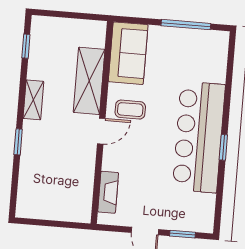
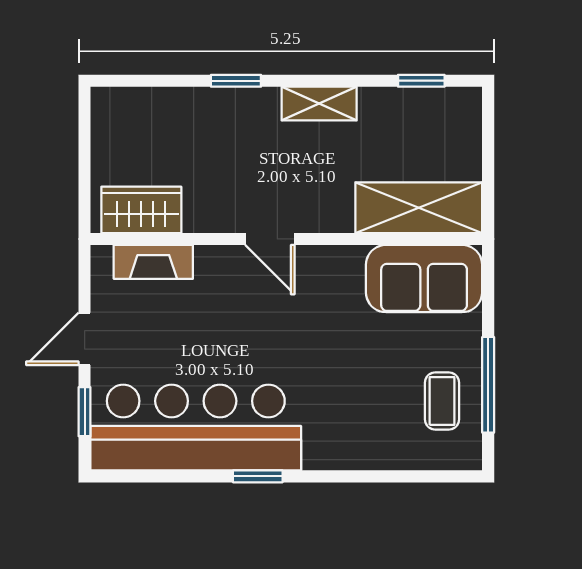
shelving: (89, 81) -> (419, 208), moved
coffee table: (130, 110) -> (442, 401), moved
bar counter: (199, 137) -> (196, 428), moved
wardrobe: (81, 196) -> (141, 210), added

